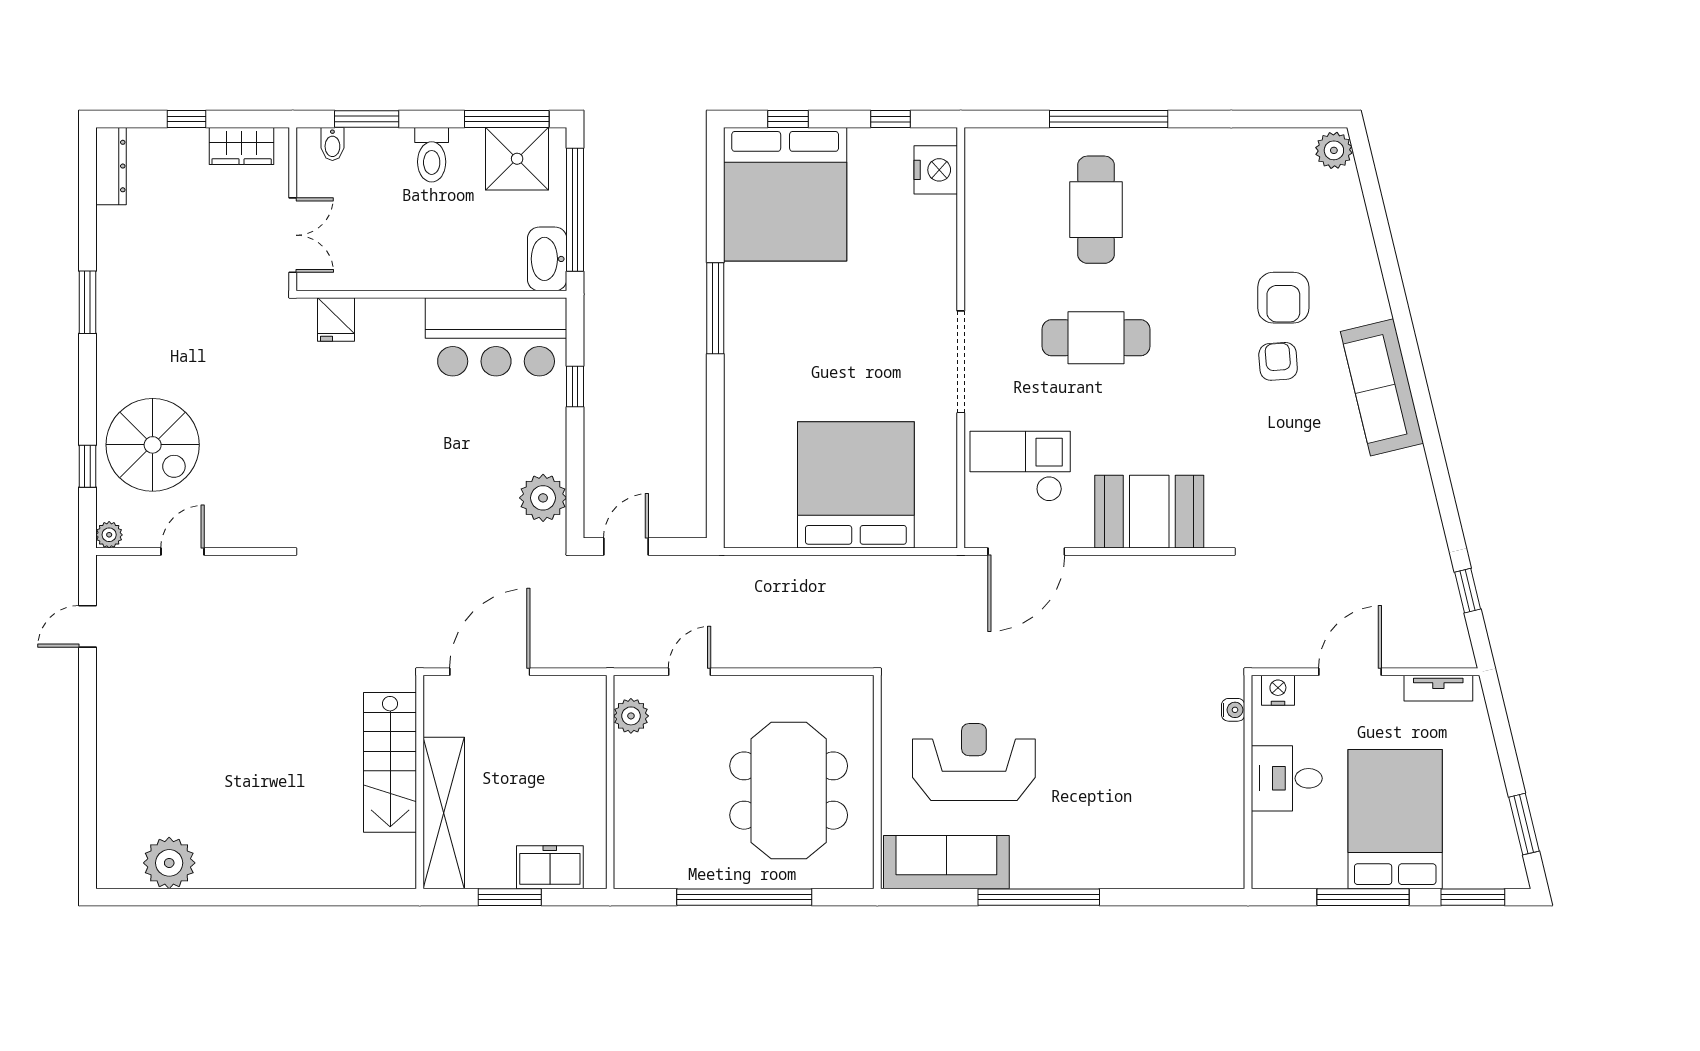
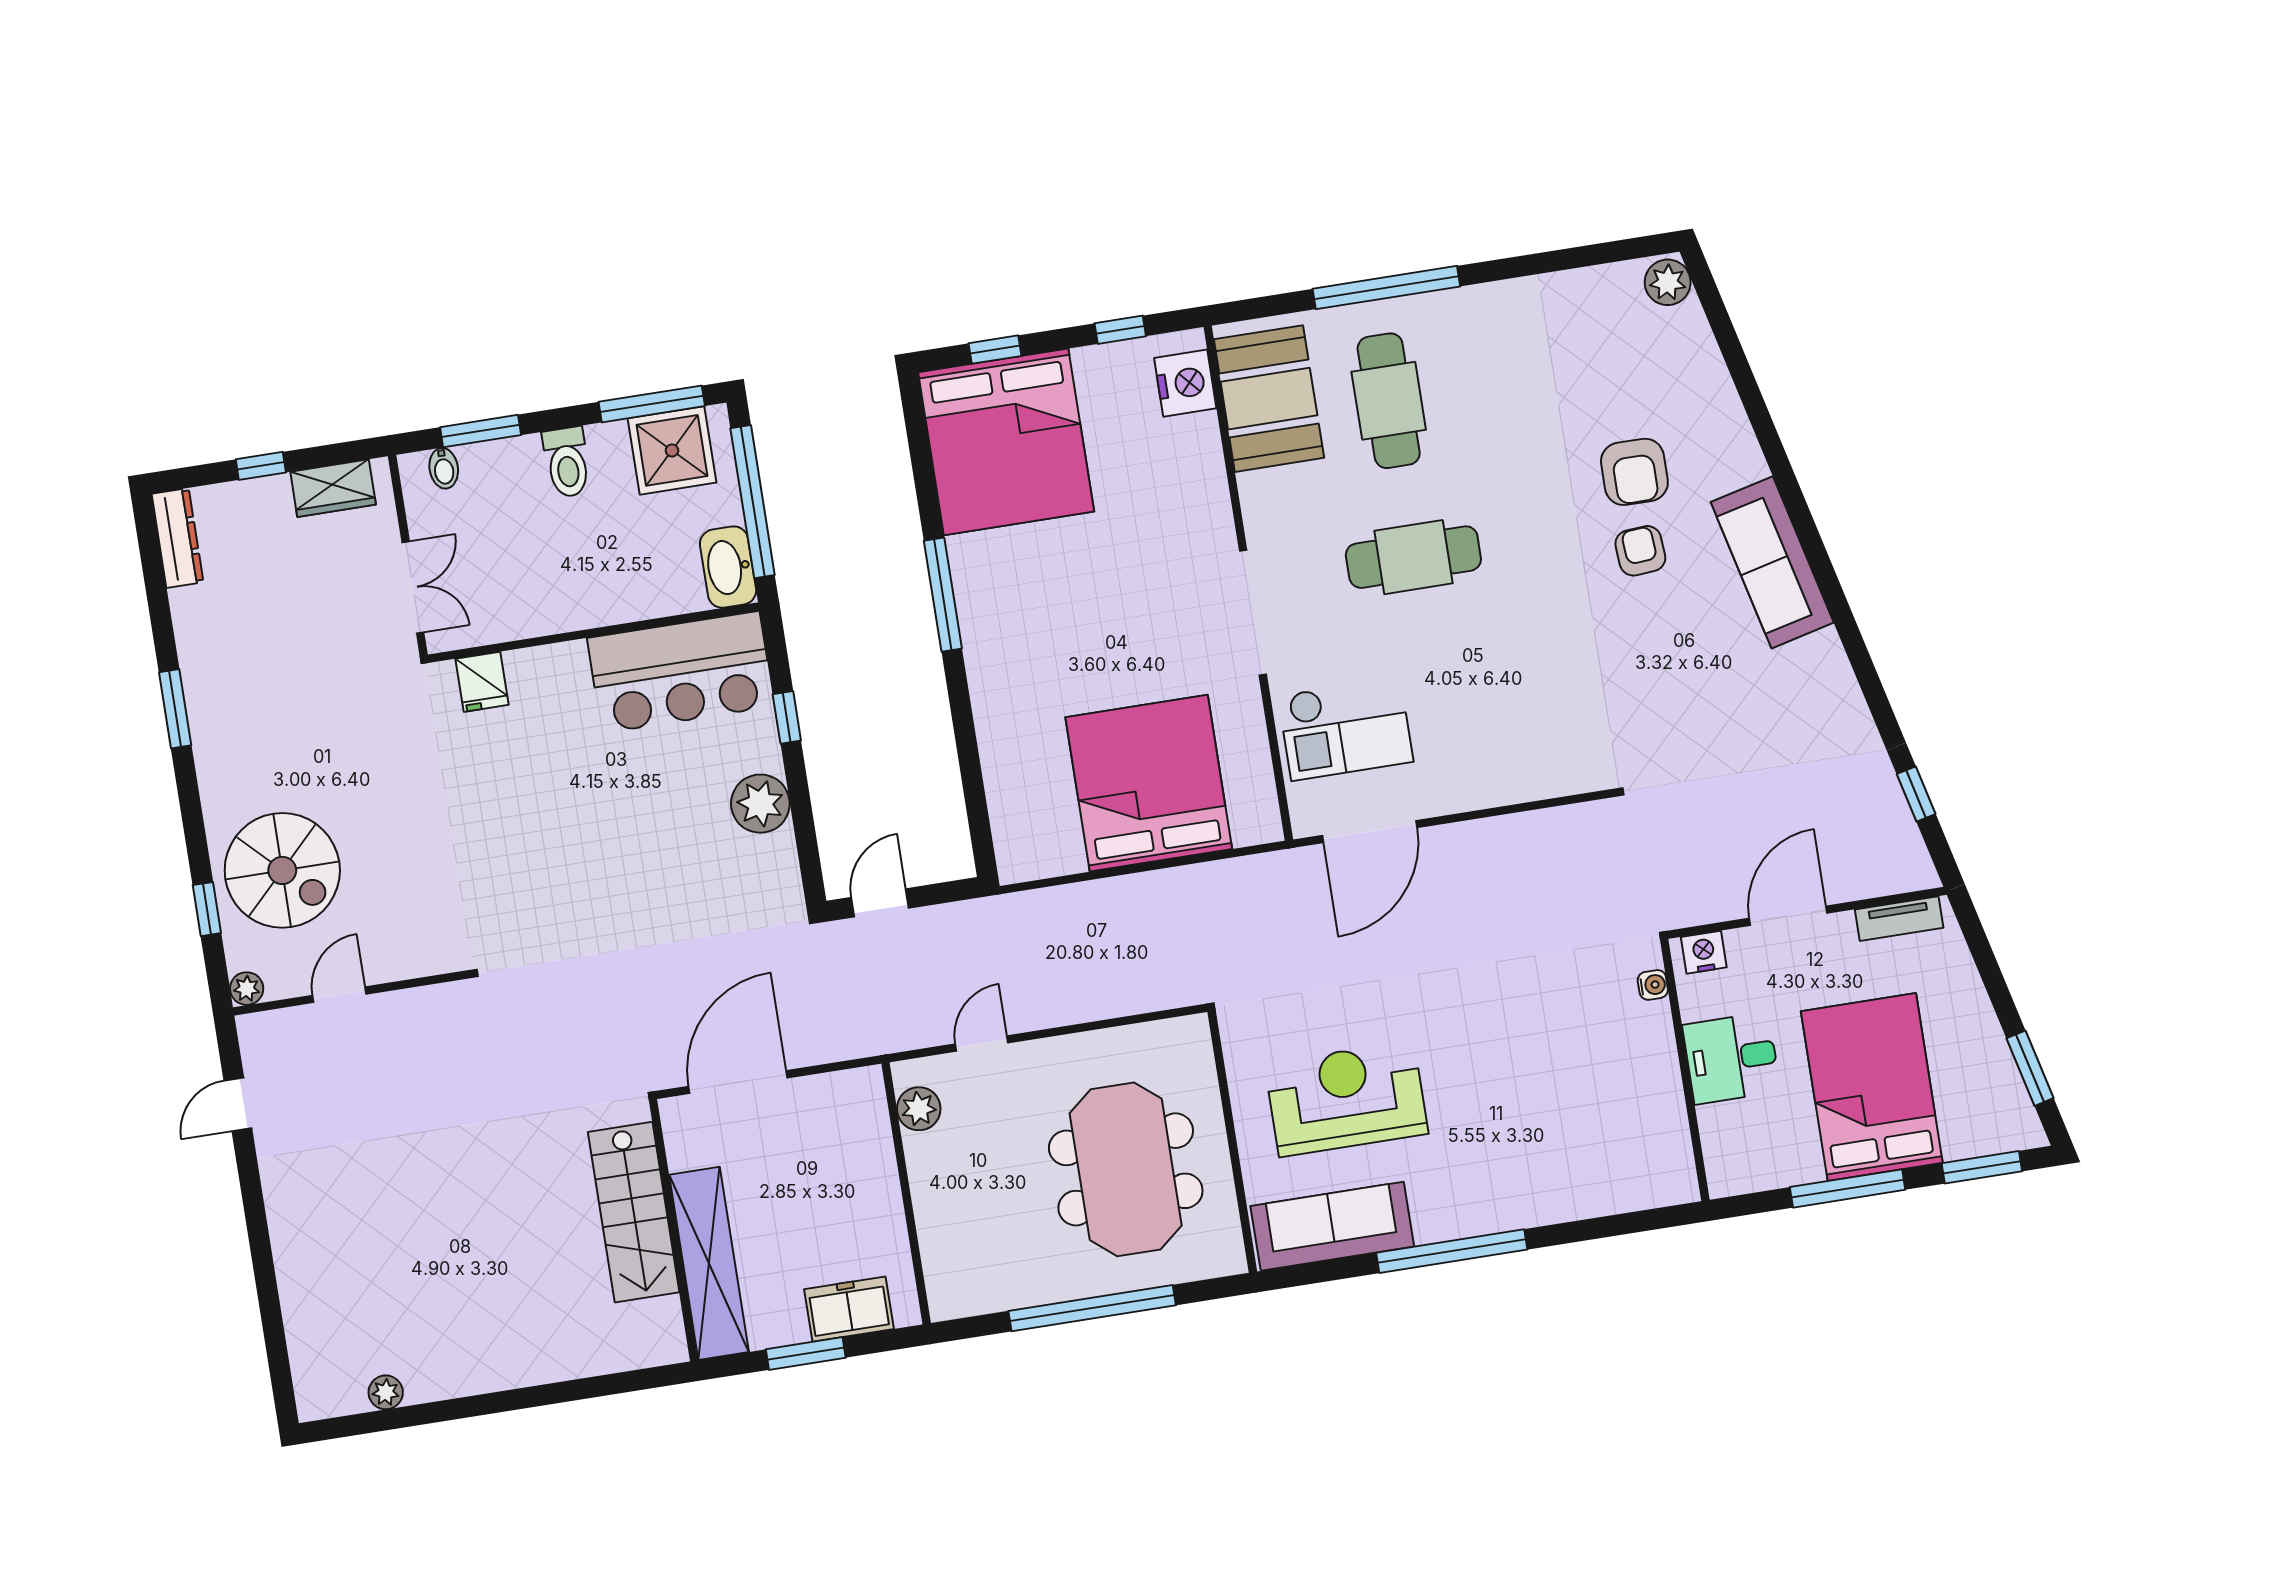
checkout: (1020, 466) -> (1346, 729), turned 180
plant: (543, 498) -> (760, 804), moved
booth: (1149, 512) -> (1269, 399), moved, turned 90
plant: (169, 863) -> (386, 1392), width x0.53, depth x0.53

